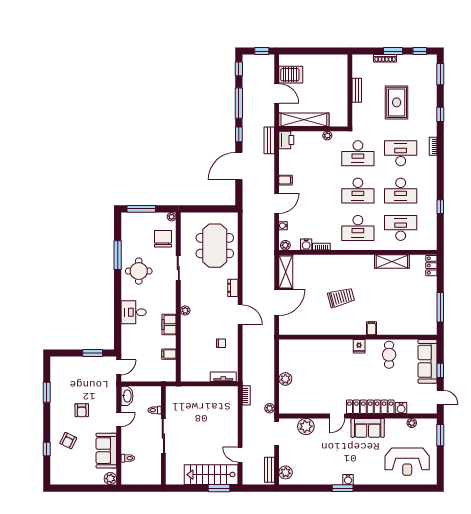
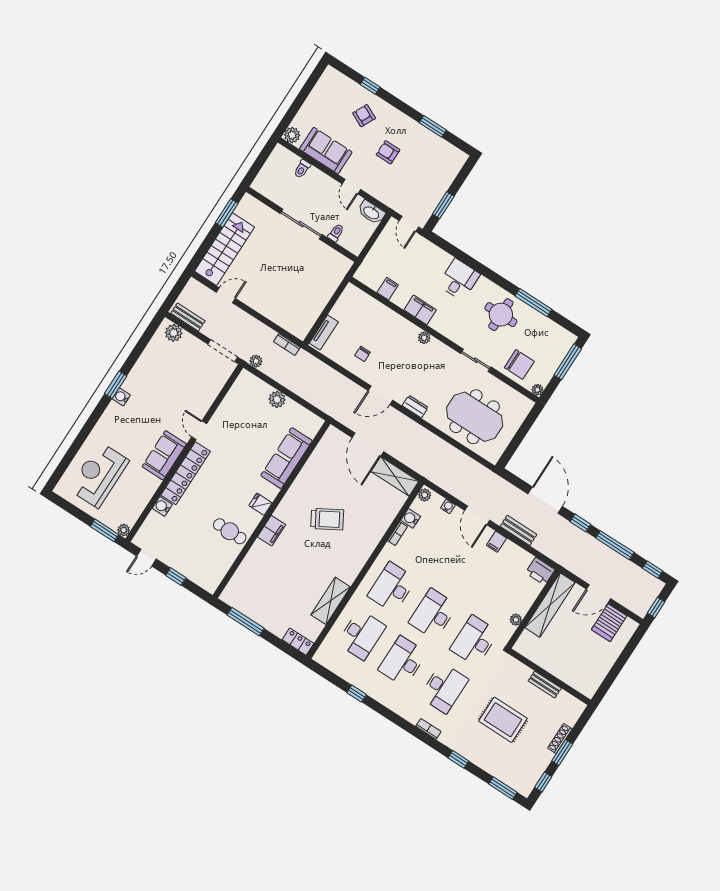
bench: (269, 140) -> (518, 530), moved
trolley: (341, 297) -> (327, 519), turned -105
filing cabinet: (371, 328) -> (272, 531), width x2.00
sofa: (427, 361) -> (286, 458), moved, turned -90
plant: (412, 423) -> (124, 530), moved
plant: (306, 426) -> (210, 388), removed
window: (219, 488) -> (227, 213), moved

